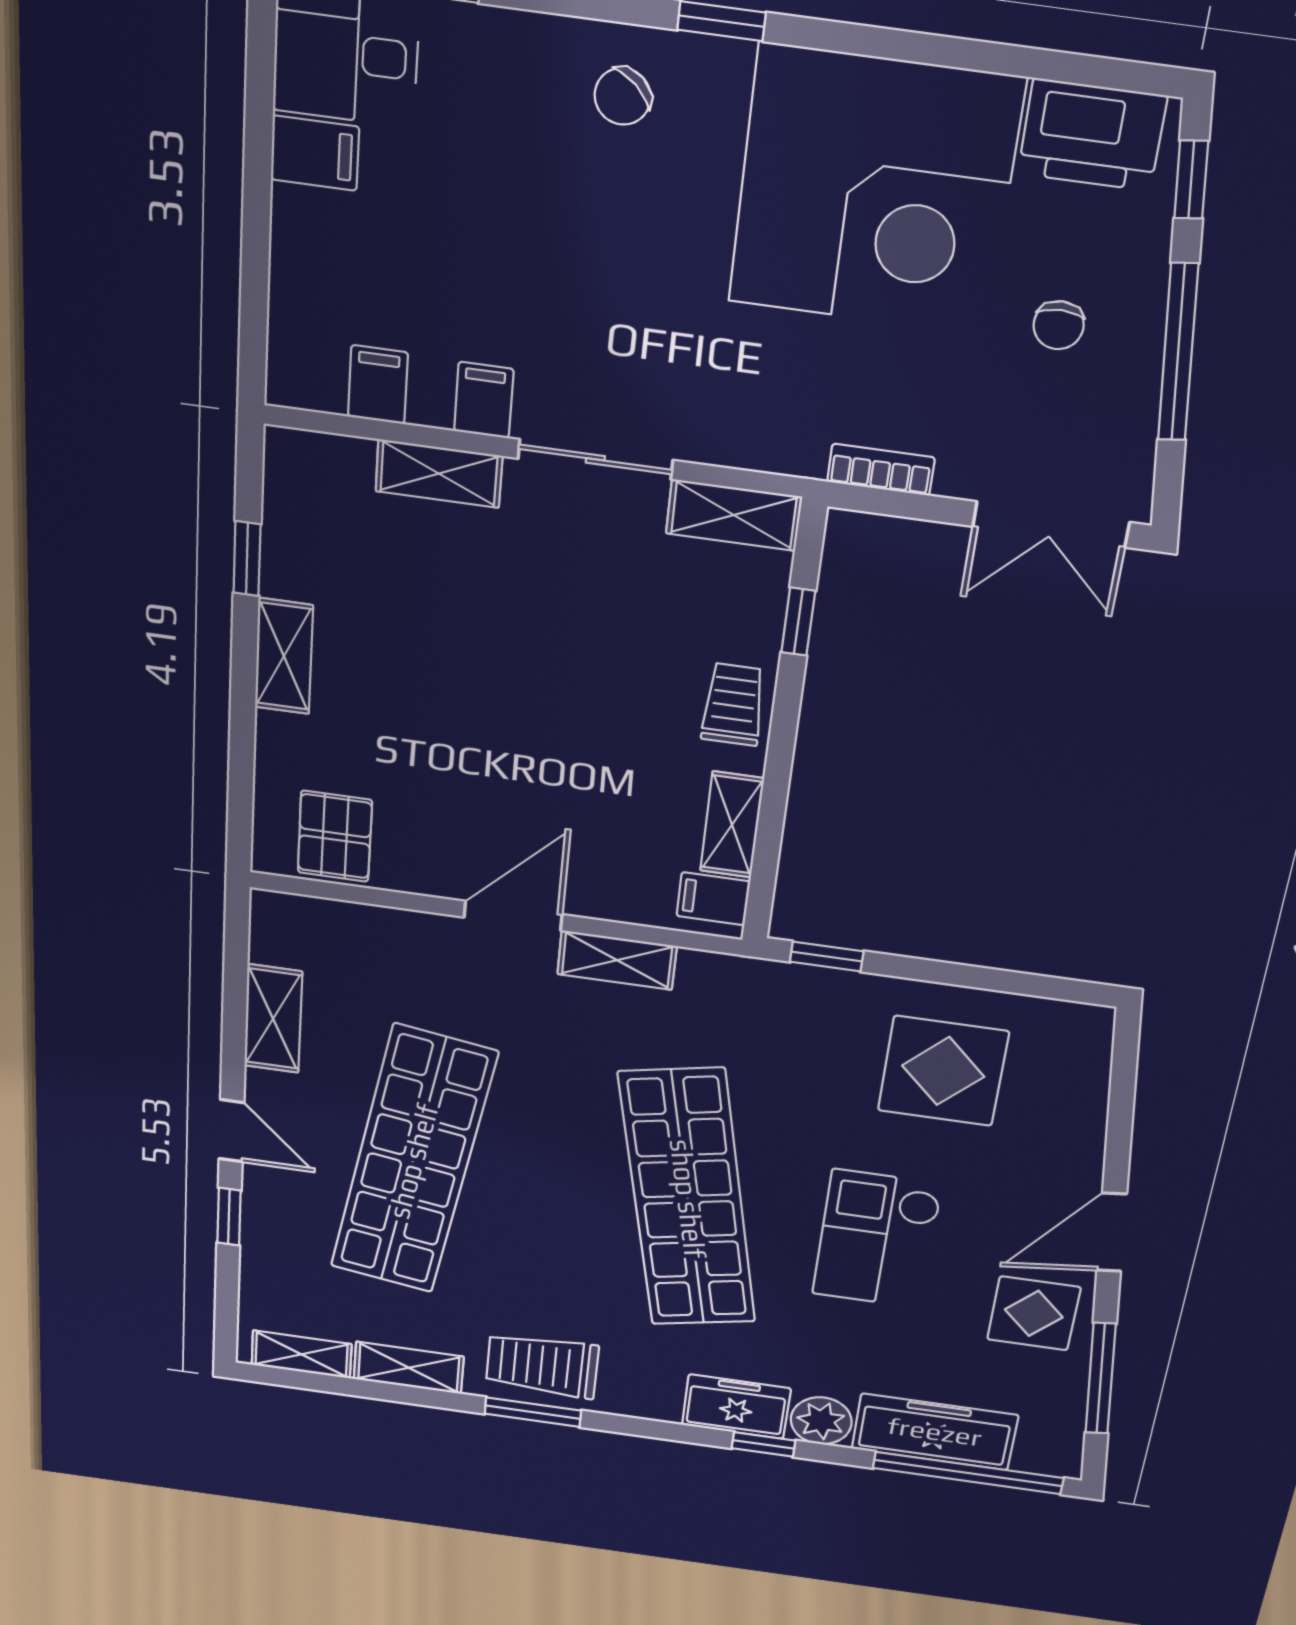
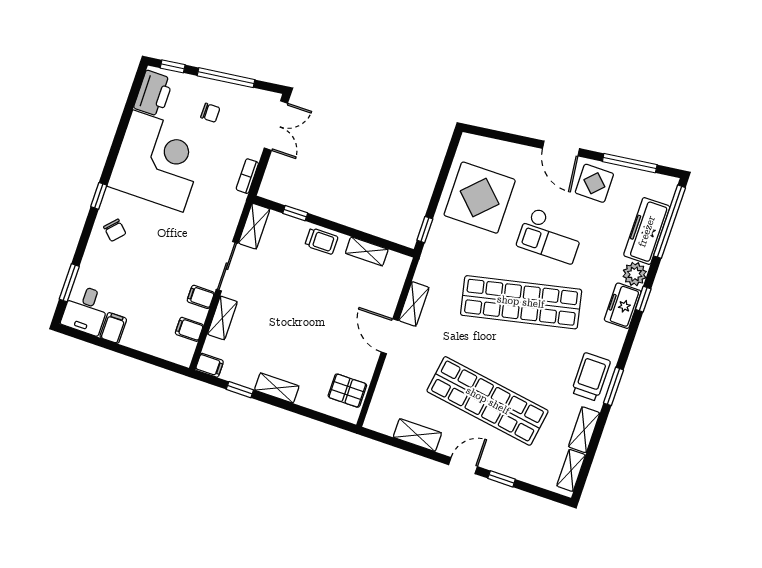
trolley: (733, 705) -> (321, 241), turned 180
filing cabinet: (713, 899) -> (209, 365), moved, turned -90
display table: (943, 1071) -> (480, 198), width x1.36, depth x1.36
trolley: (542, 1365) -> (591, 377), turned 180

